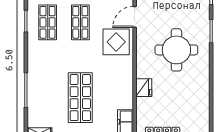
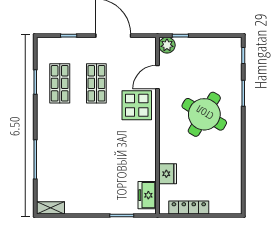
round table: (176, 50) -> (204, 114), turned 31
fridge: (144, 88) -> (168, 174), moved
shop shelf: (80, 98) -> (96, 168), removed

